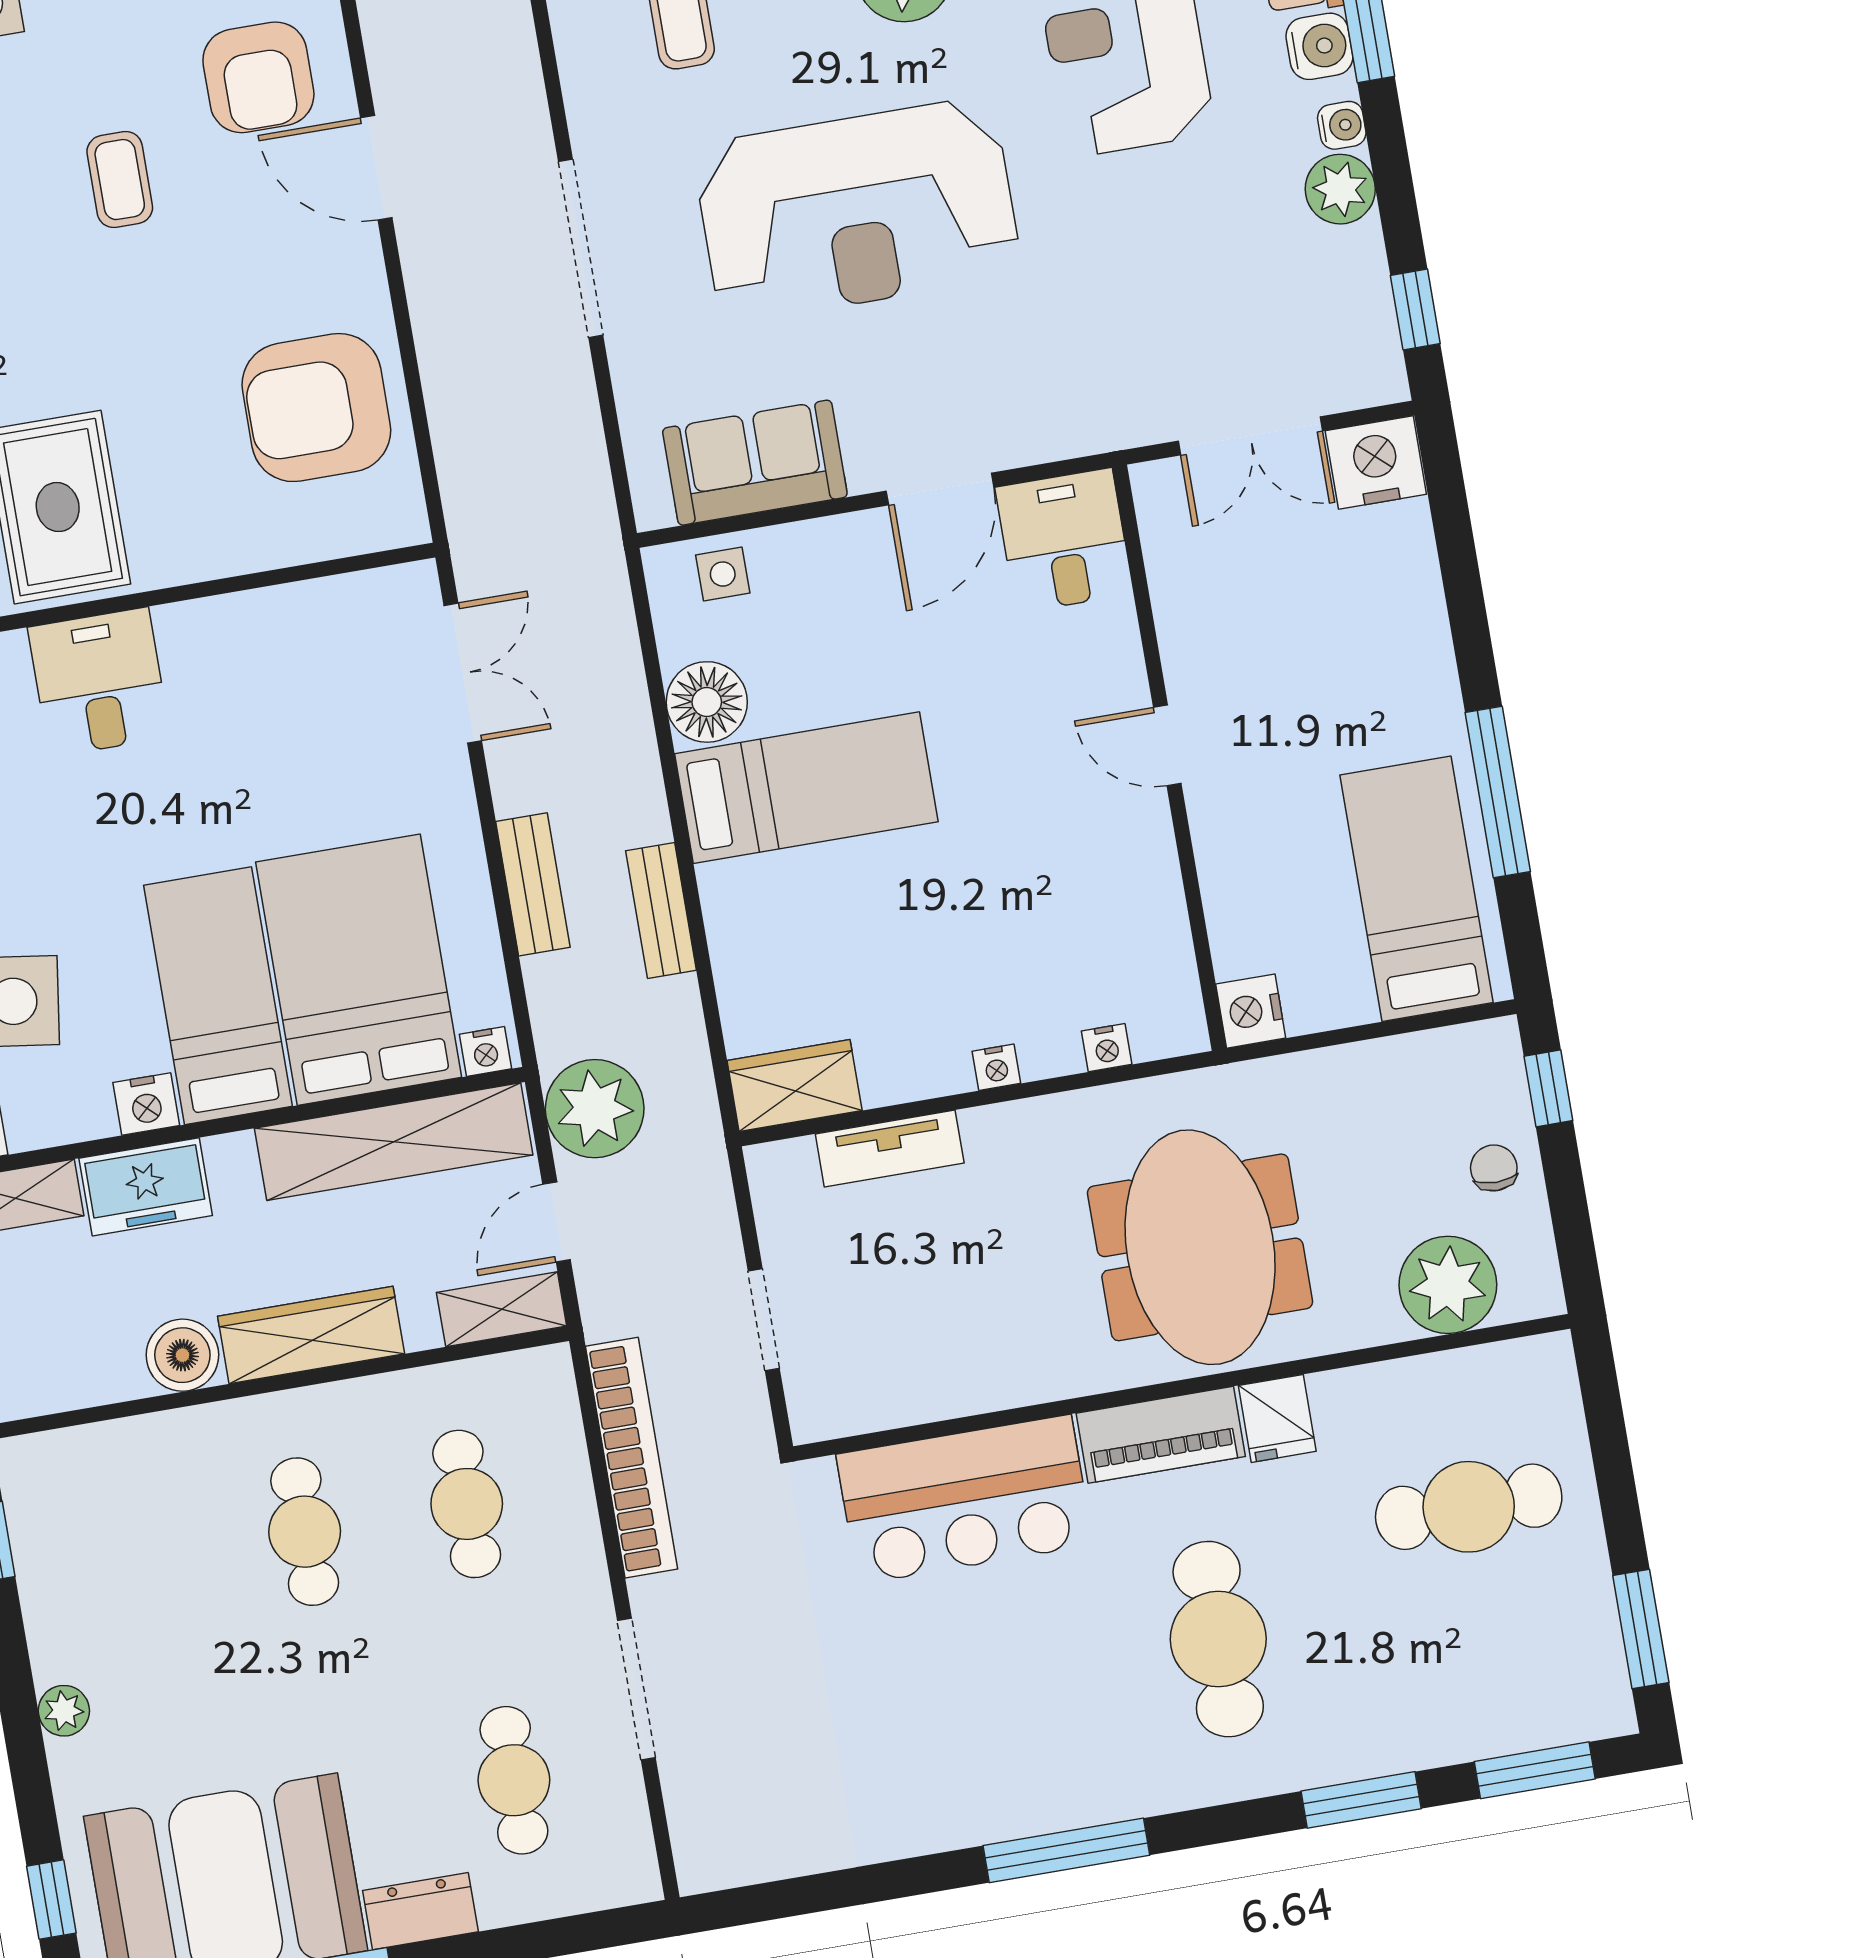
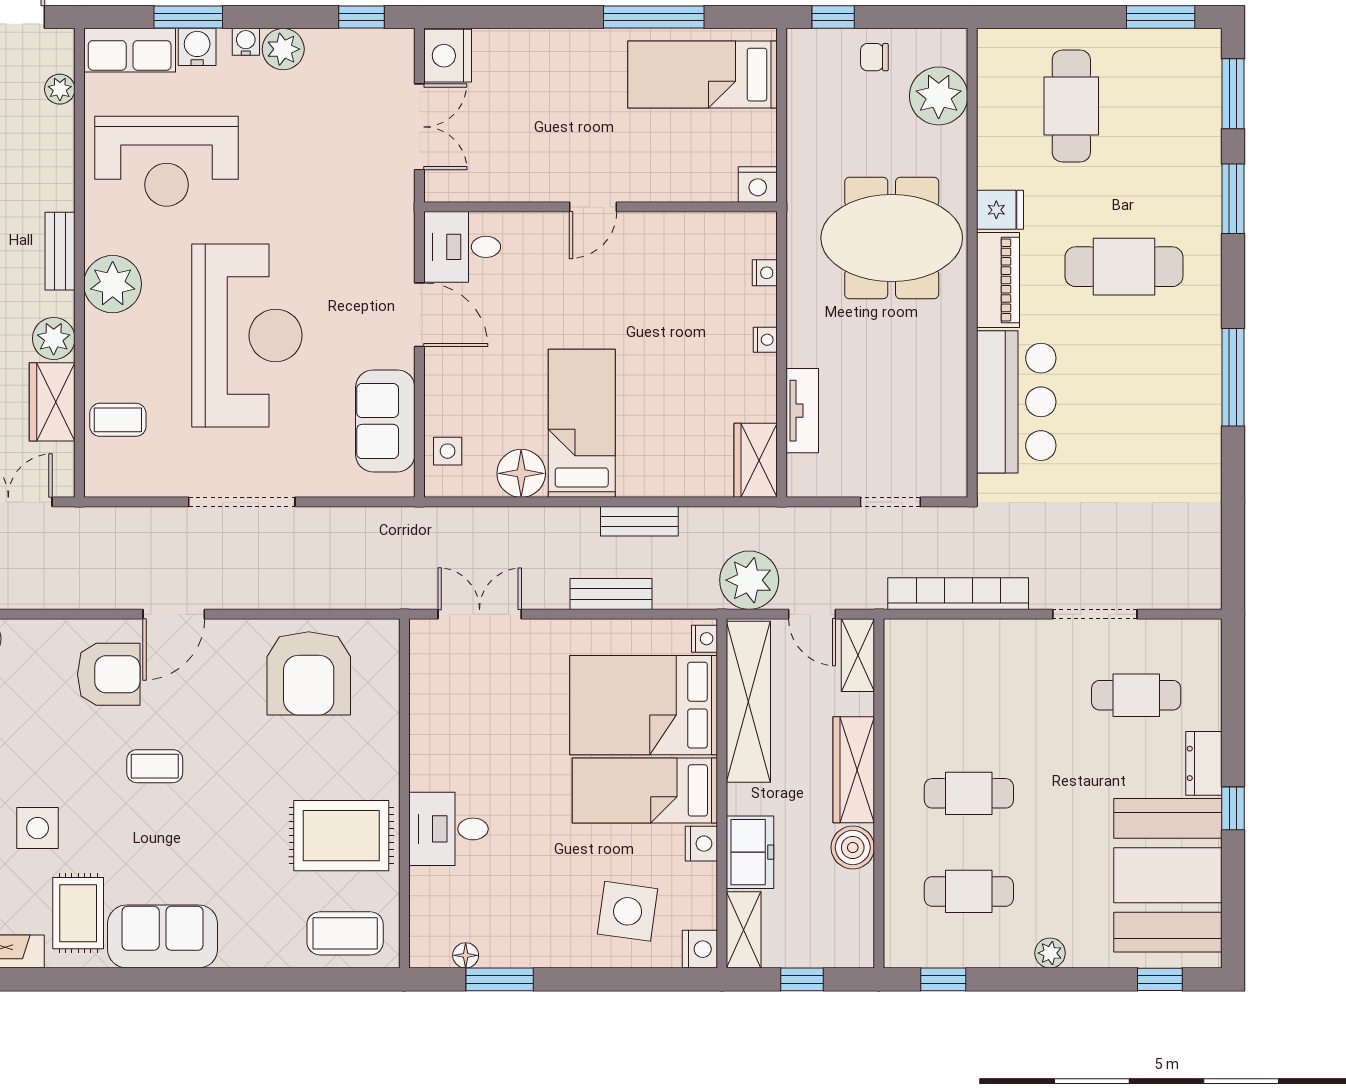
cafe table: (467, 1504) -> (969, 891), moved

